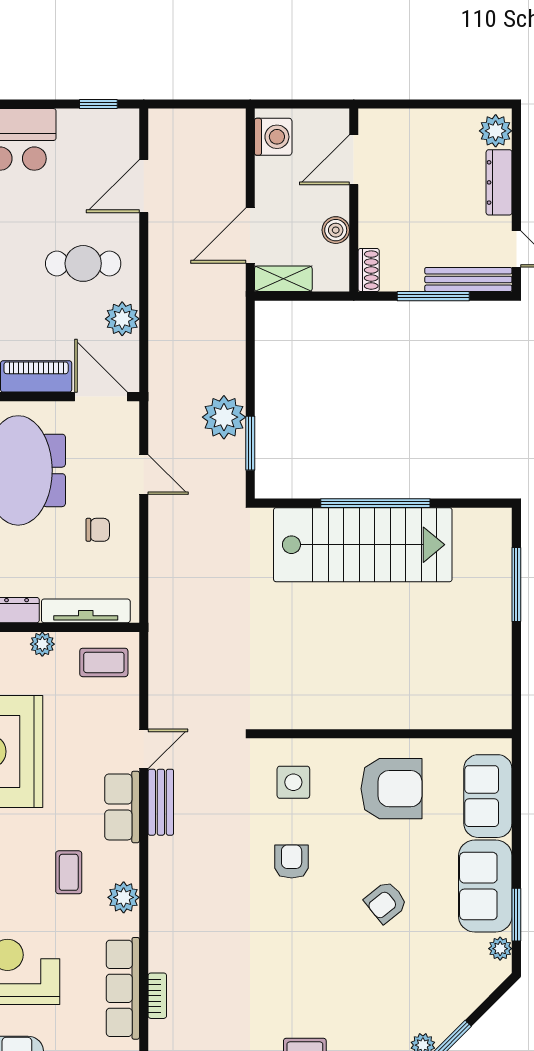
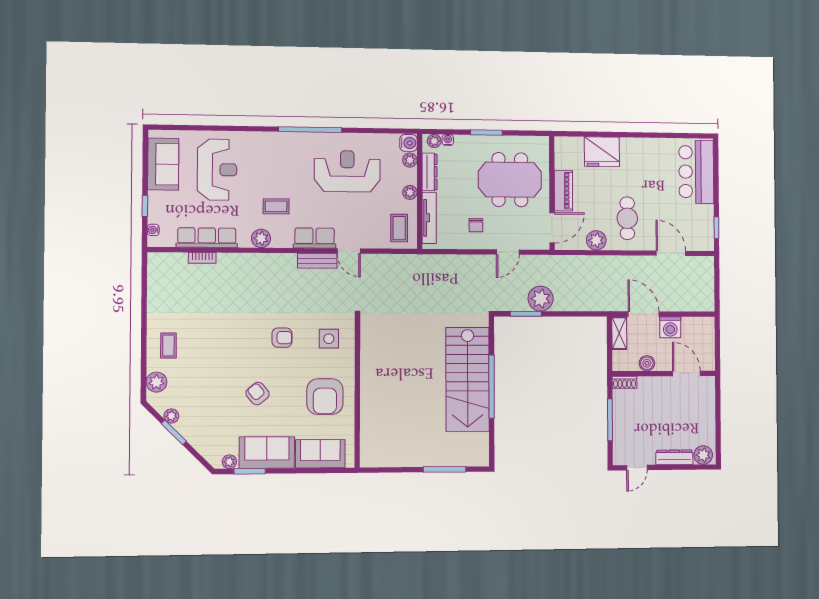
washing machine: (273, 137) -> (670, 327), moved
bench: (468, 280) -> (619, 440), removed

